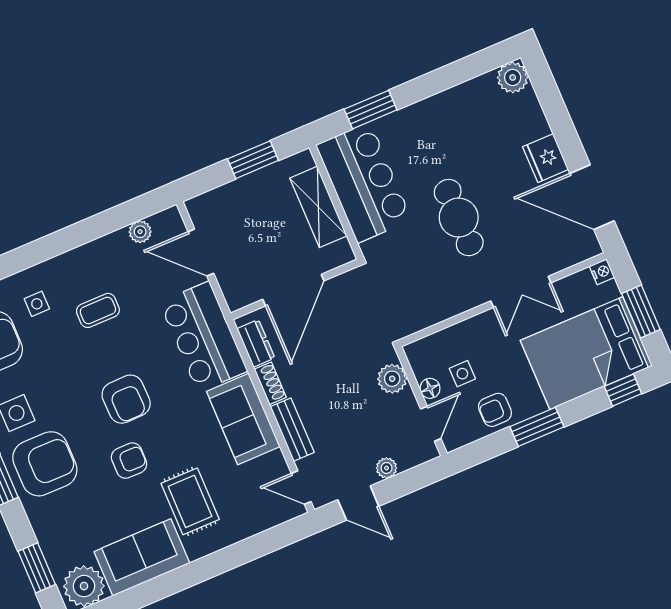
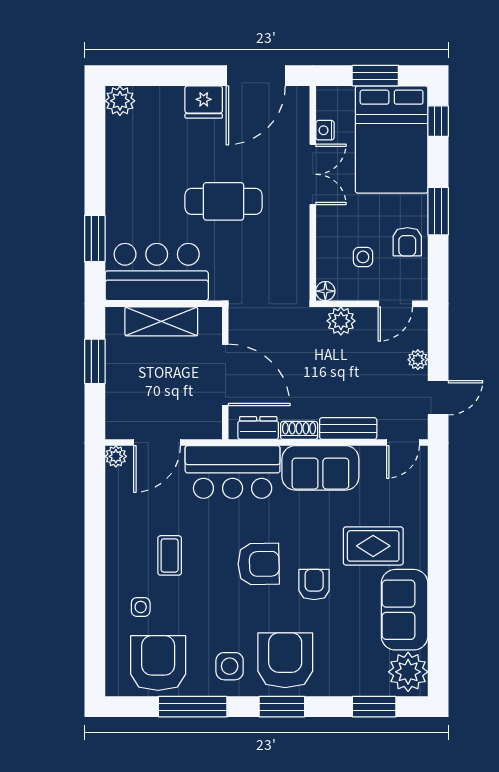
plant: (140, 232) -> (116, 456), moved
nightstand: (602, 272) -> (325, 130), moved, turned -90
floor lamp: (430, 388) -> (325, 291), moved
door: (431, 424) -> (395, 304), swing flipped

